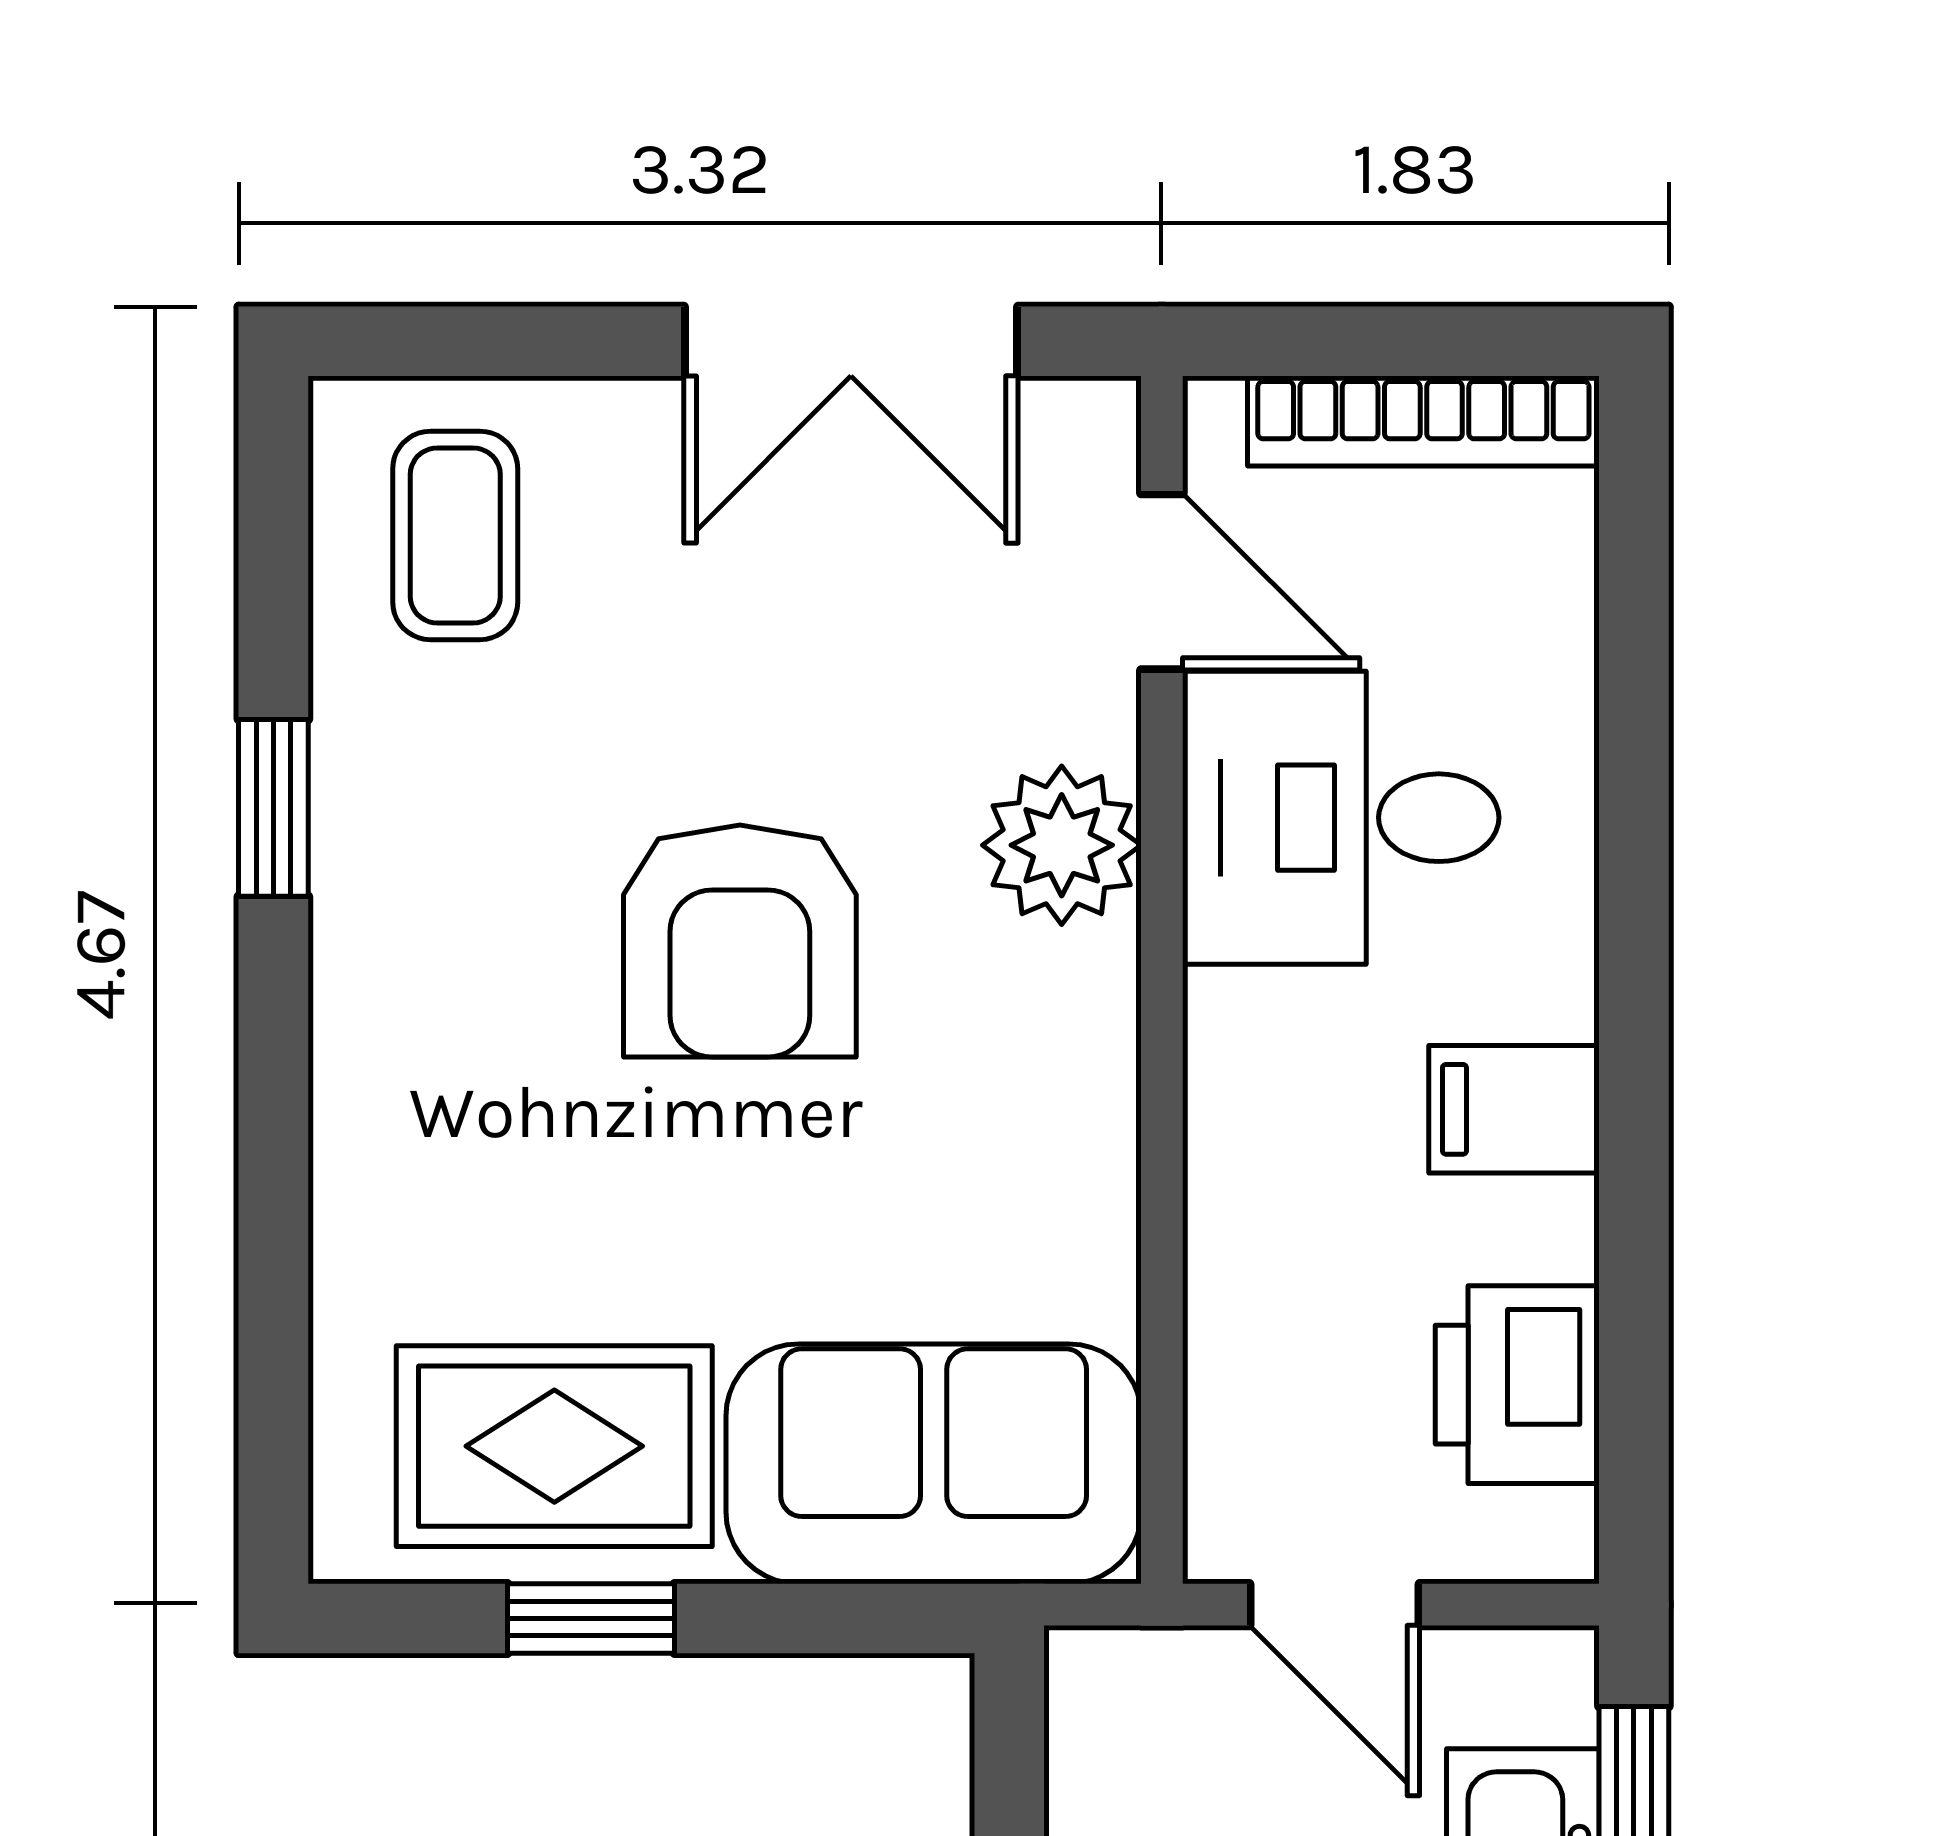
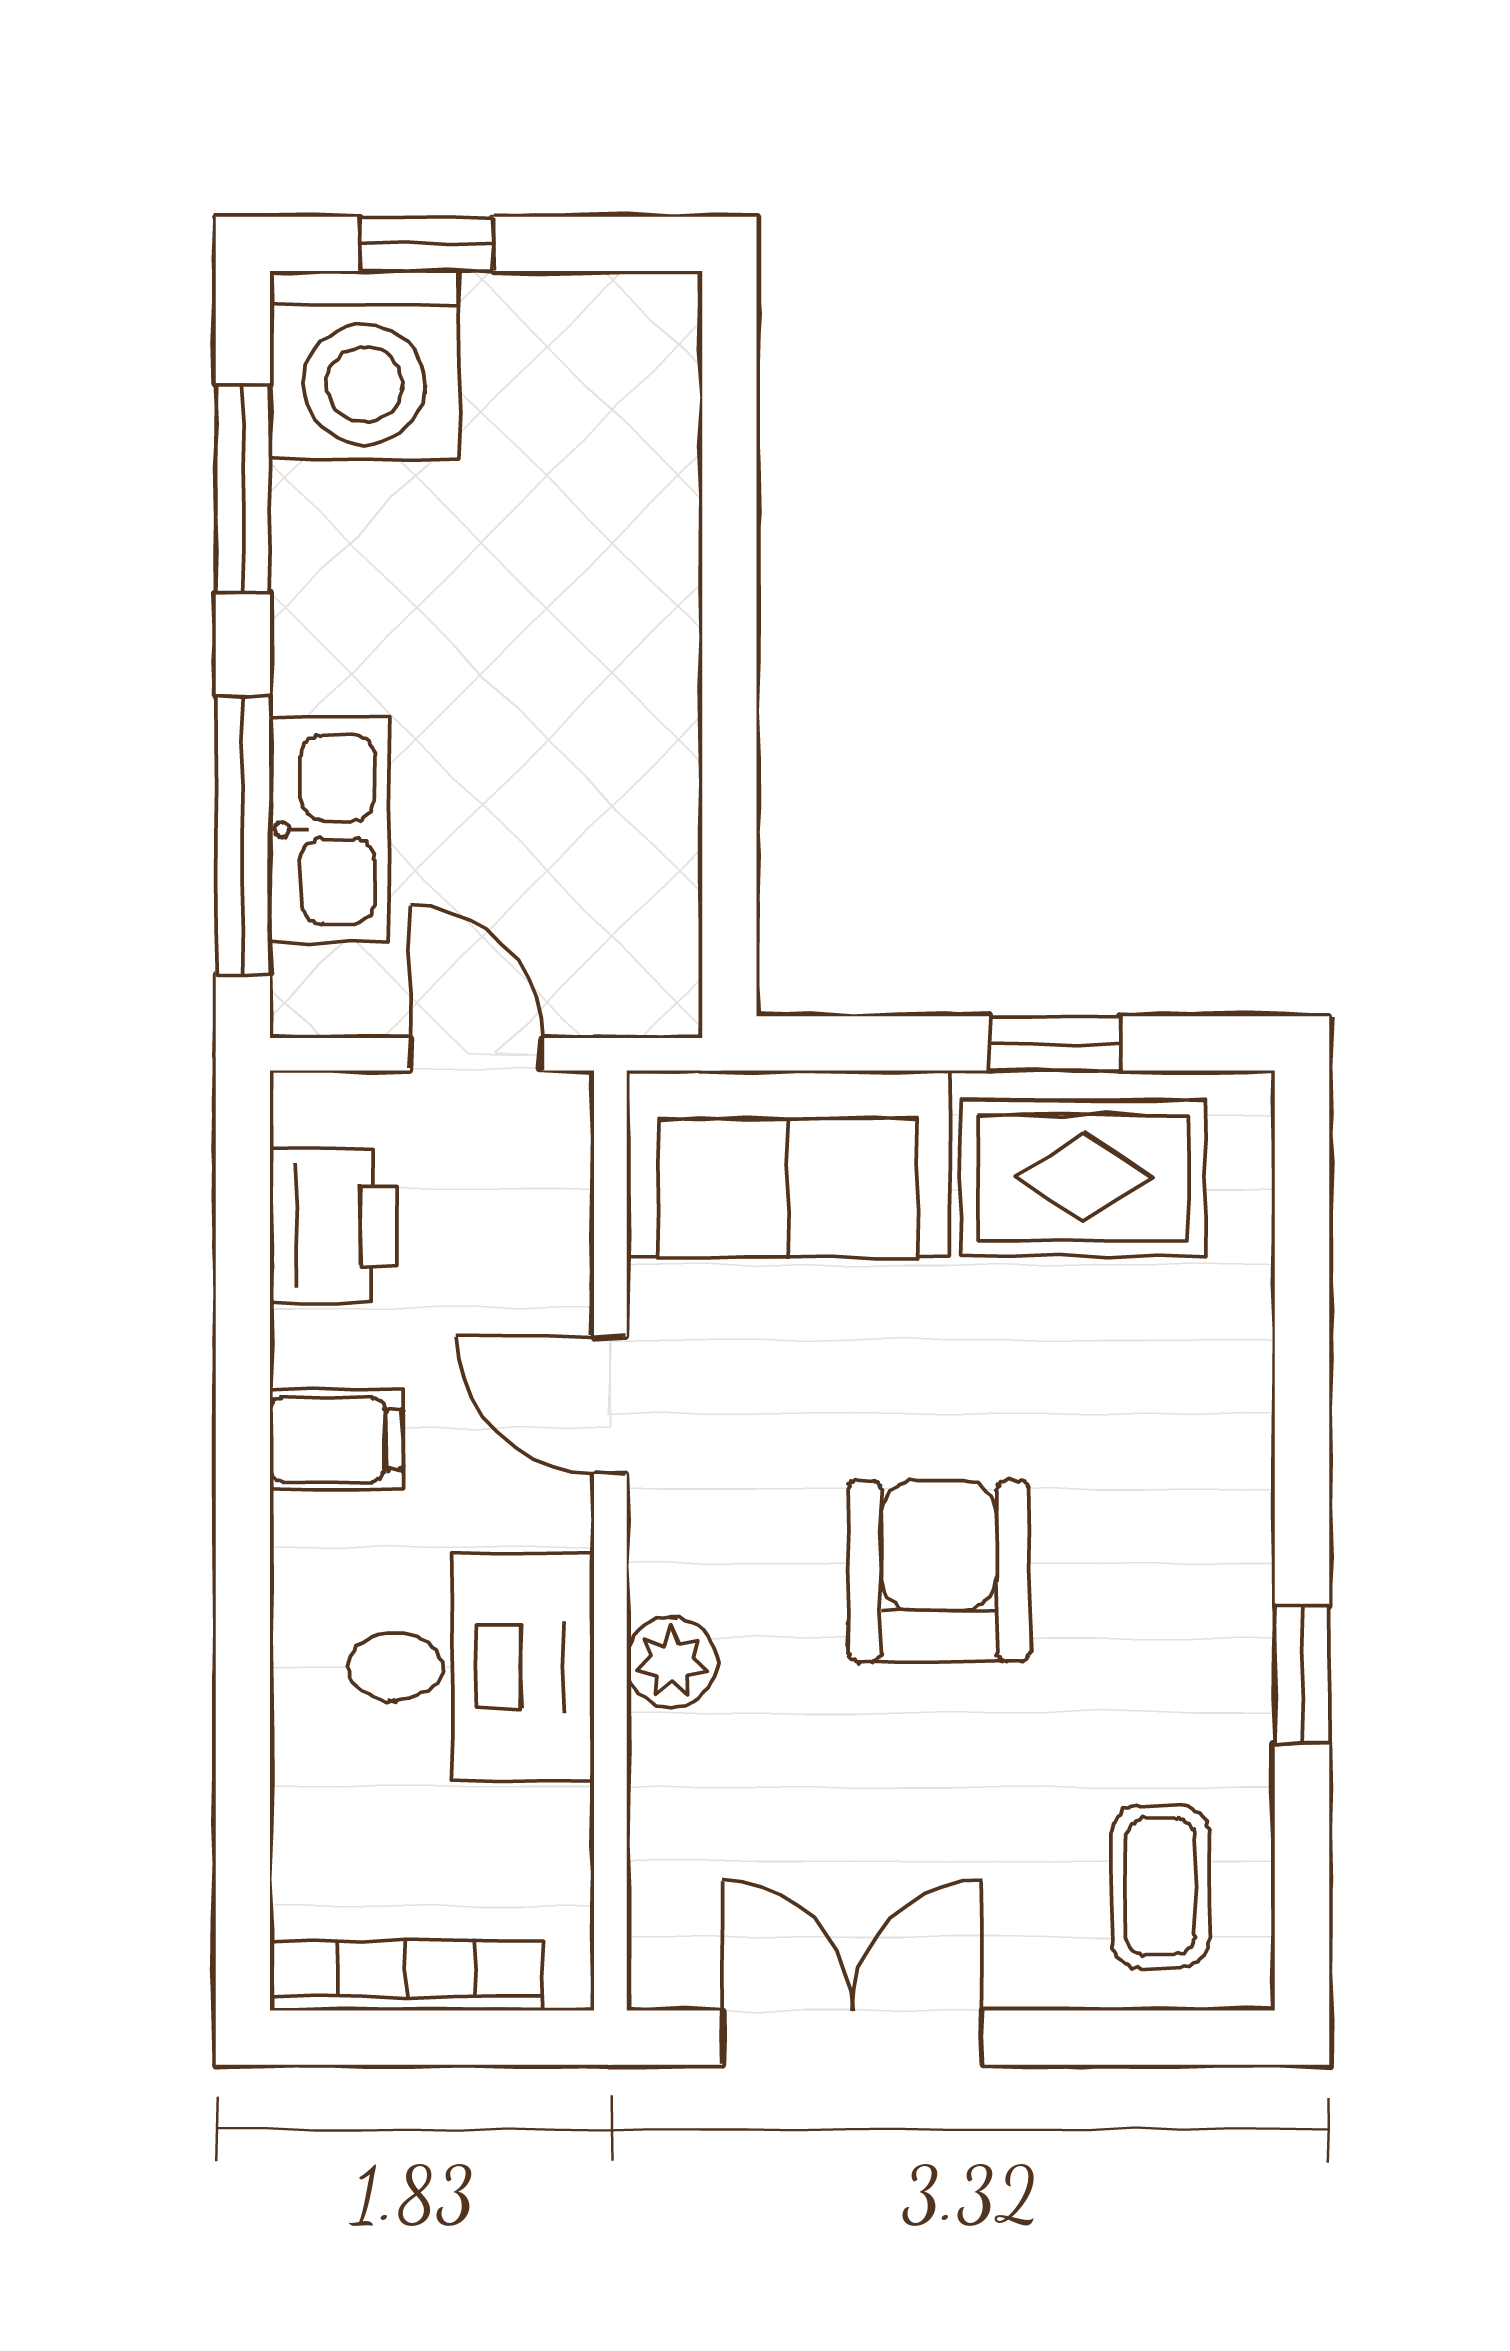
door: (1162, 582) -> (610, 1405), moved
plant: (1062, 845) -> (672, 1662), width x0.73, depth x0.73

